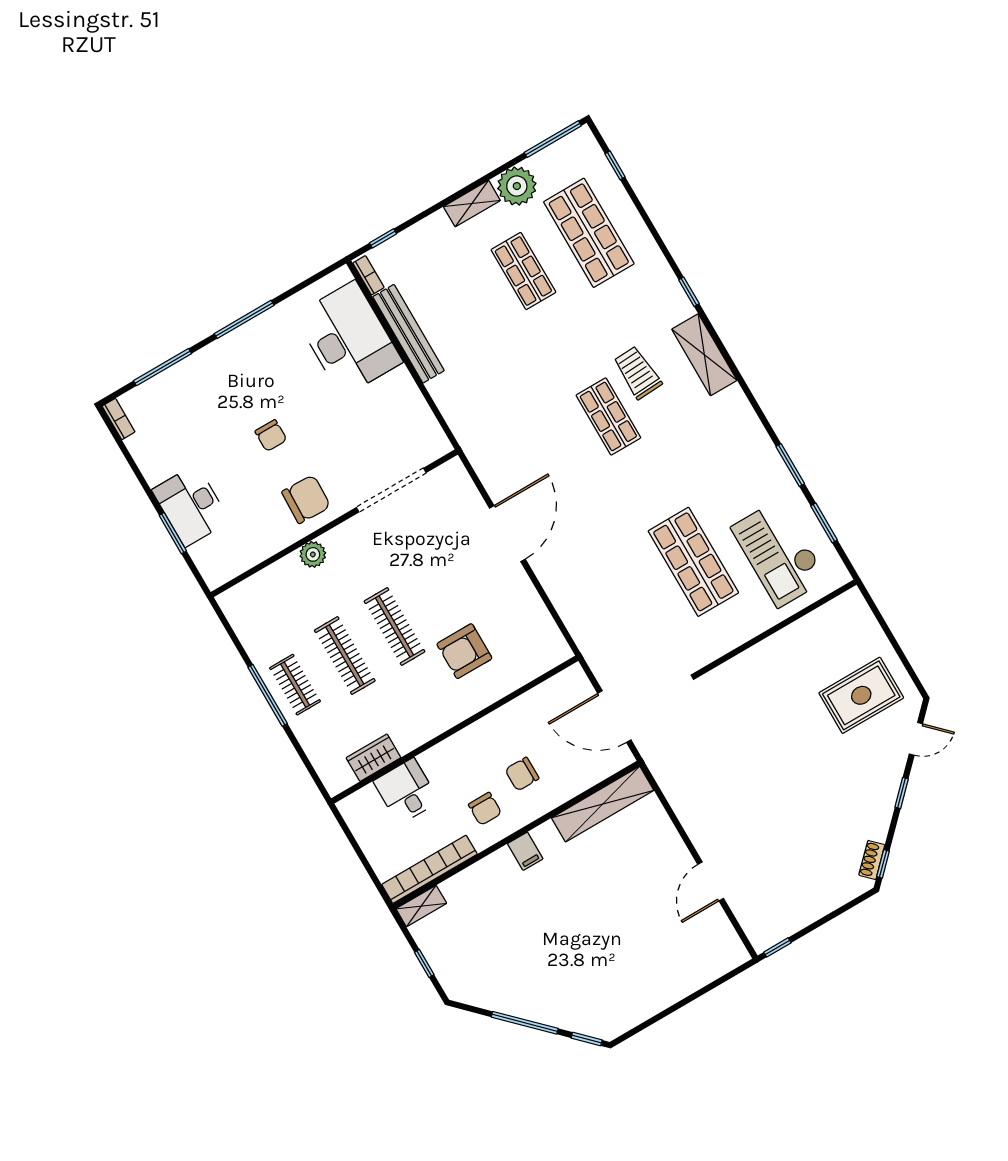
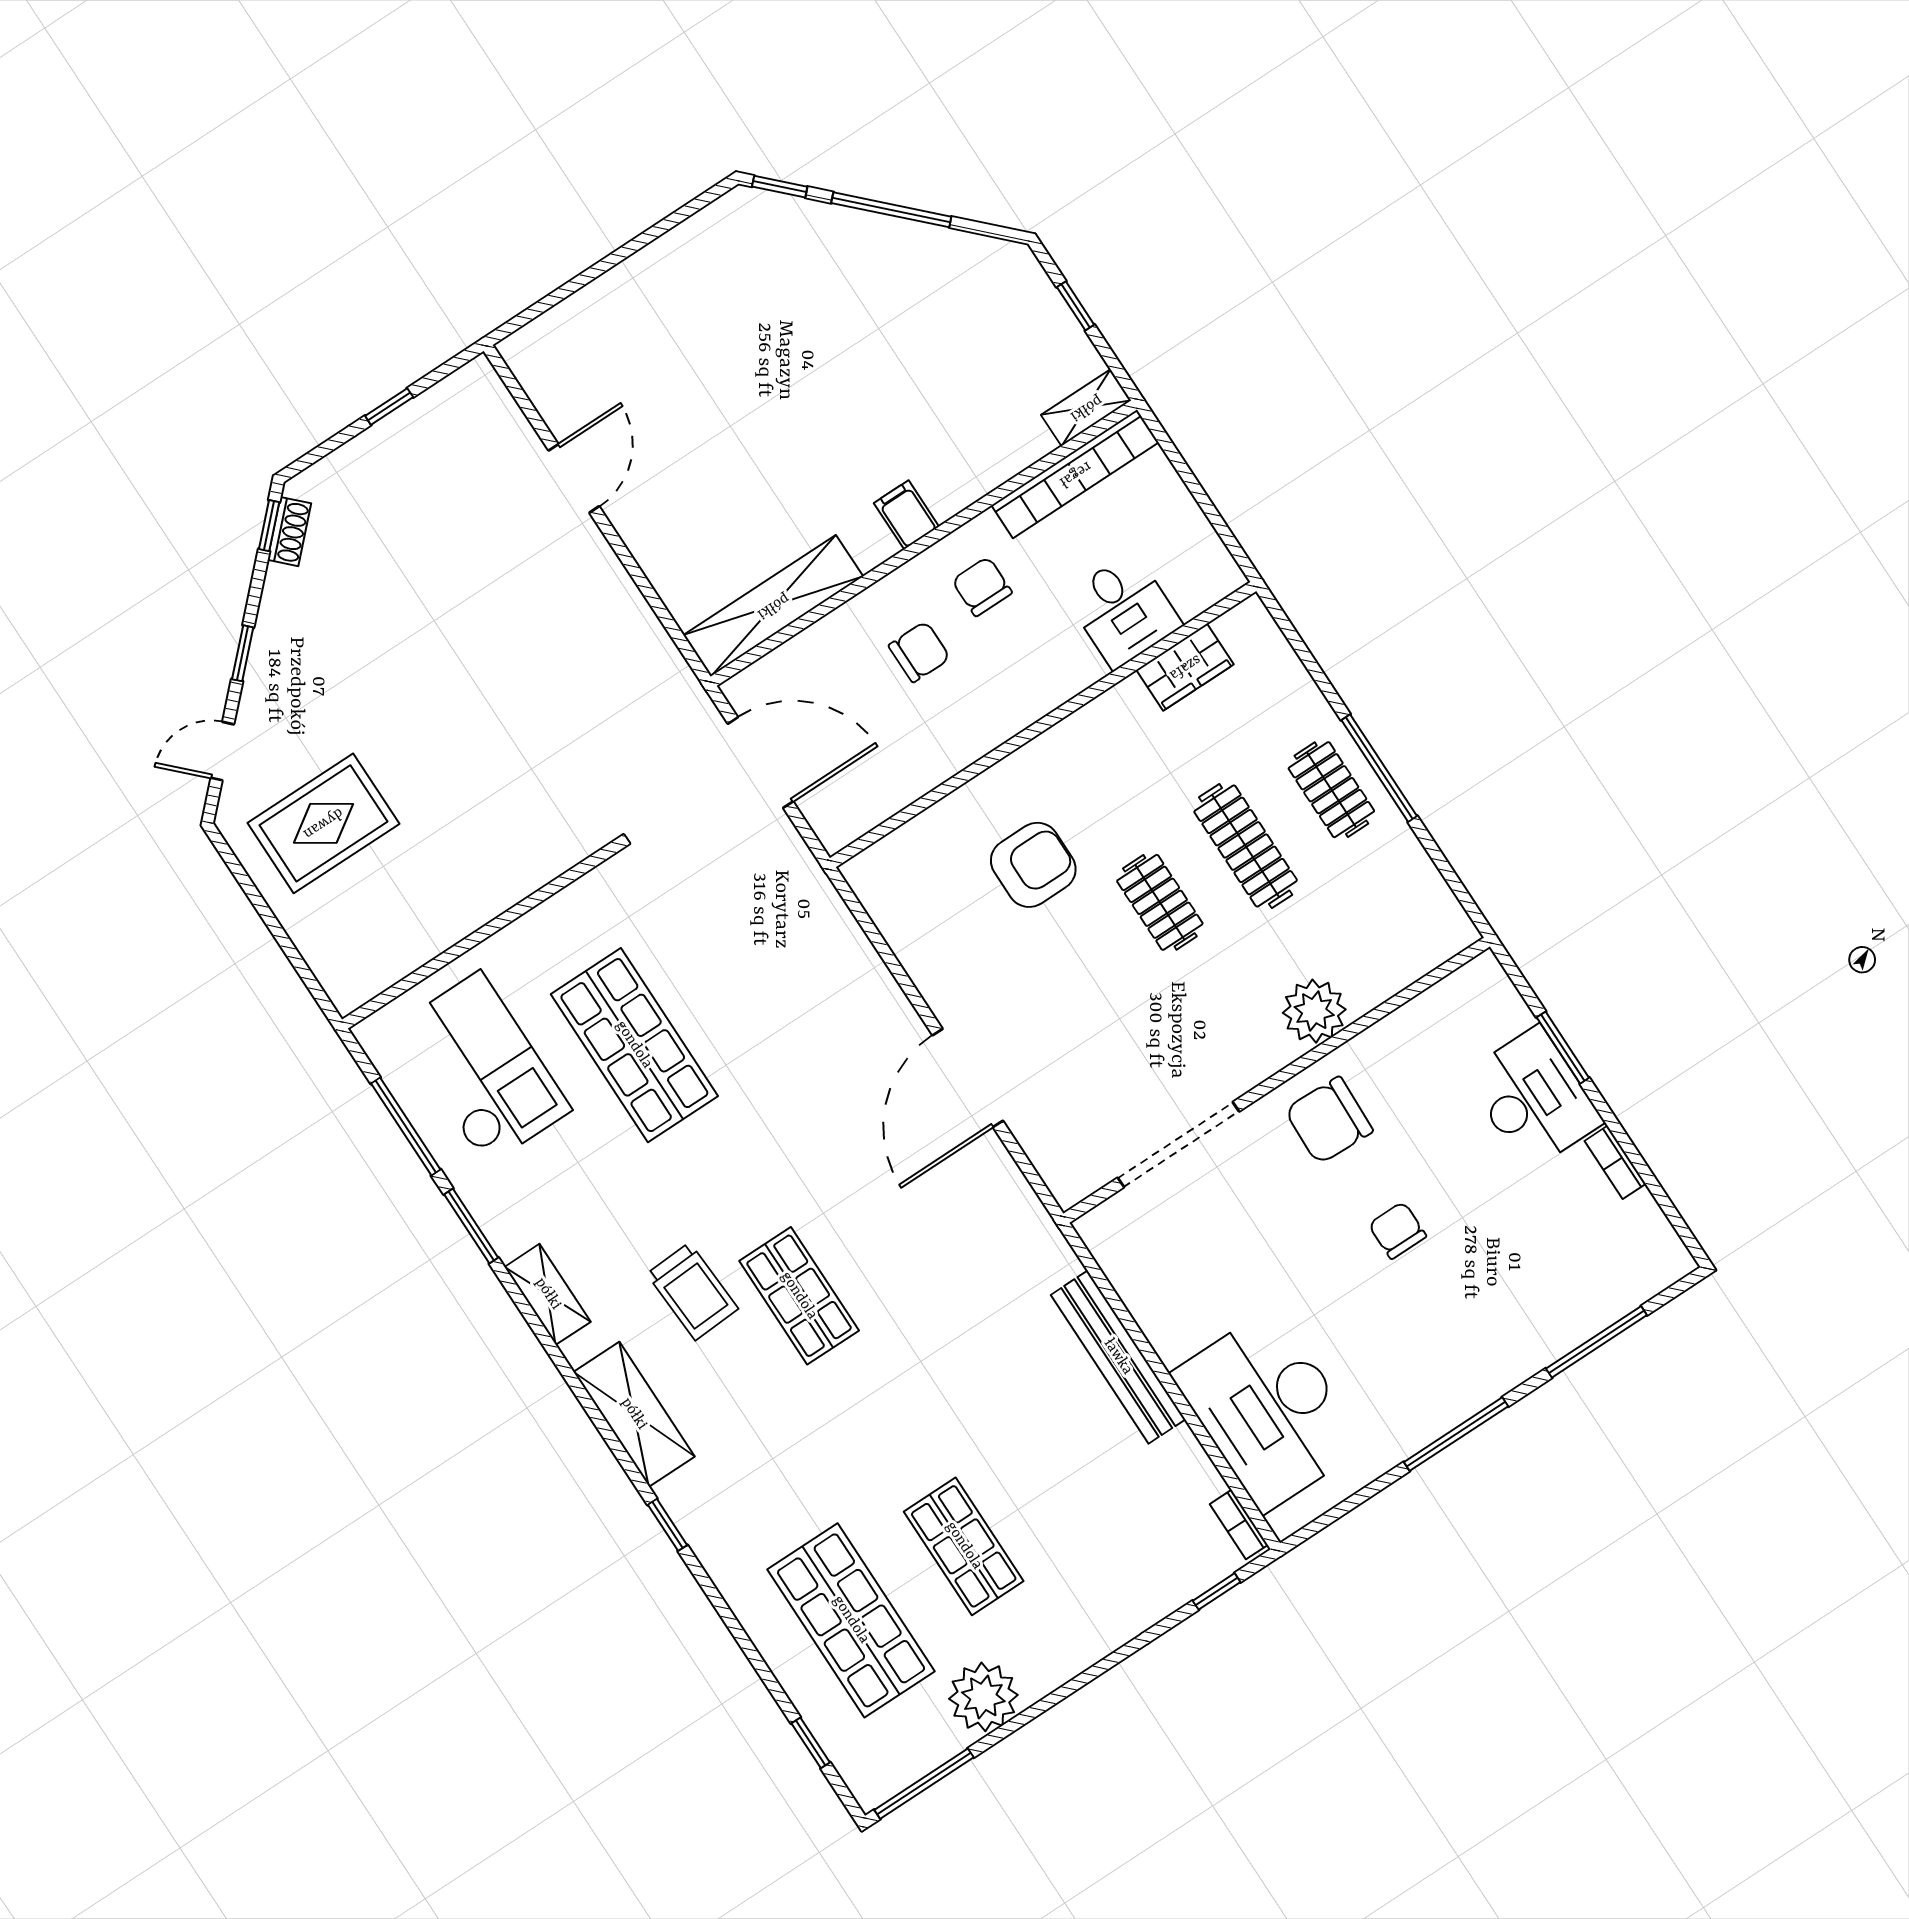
shelving: (472, 204) -> (548, 1294), moved, turned 90
bench: (408, 334) -> (1118, 1357), moved
trolley: (638, 373) -> (692, 1291), moved
bookcase: (119, 419) -> (1615, 1162), moved
window: (824, 523) -> (406, 1127), width x1.44
plant: (313, 554) -> (1314, 1011), width x1.36, depth x1.36
clothes rail: (394, 626) -> (1160, 902), width x0.73
window: (777, 947) -> (389, 407), moved

